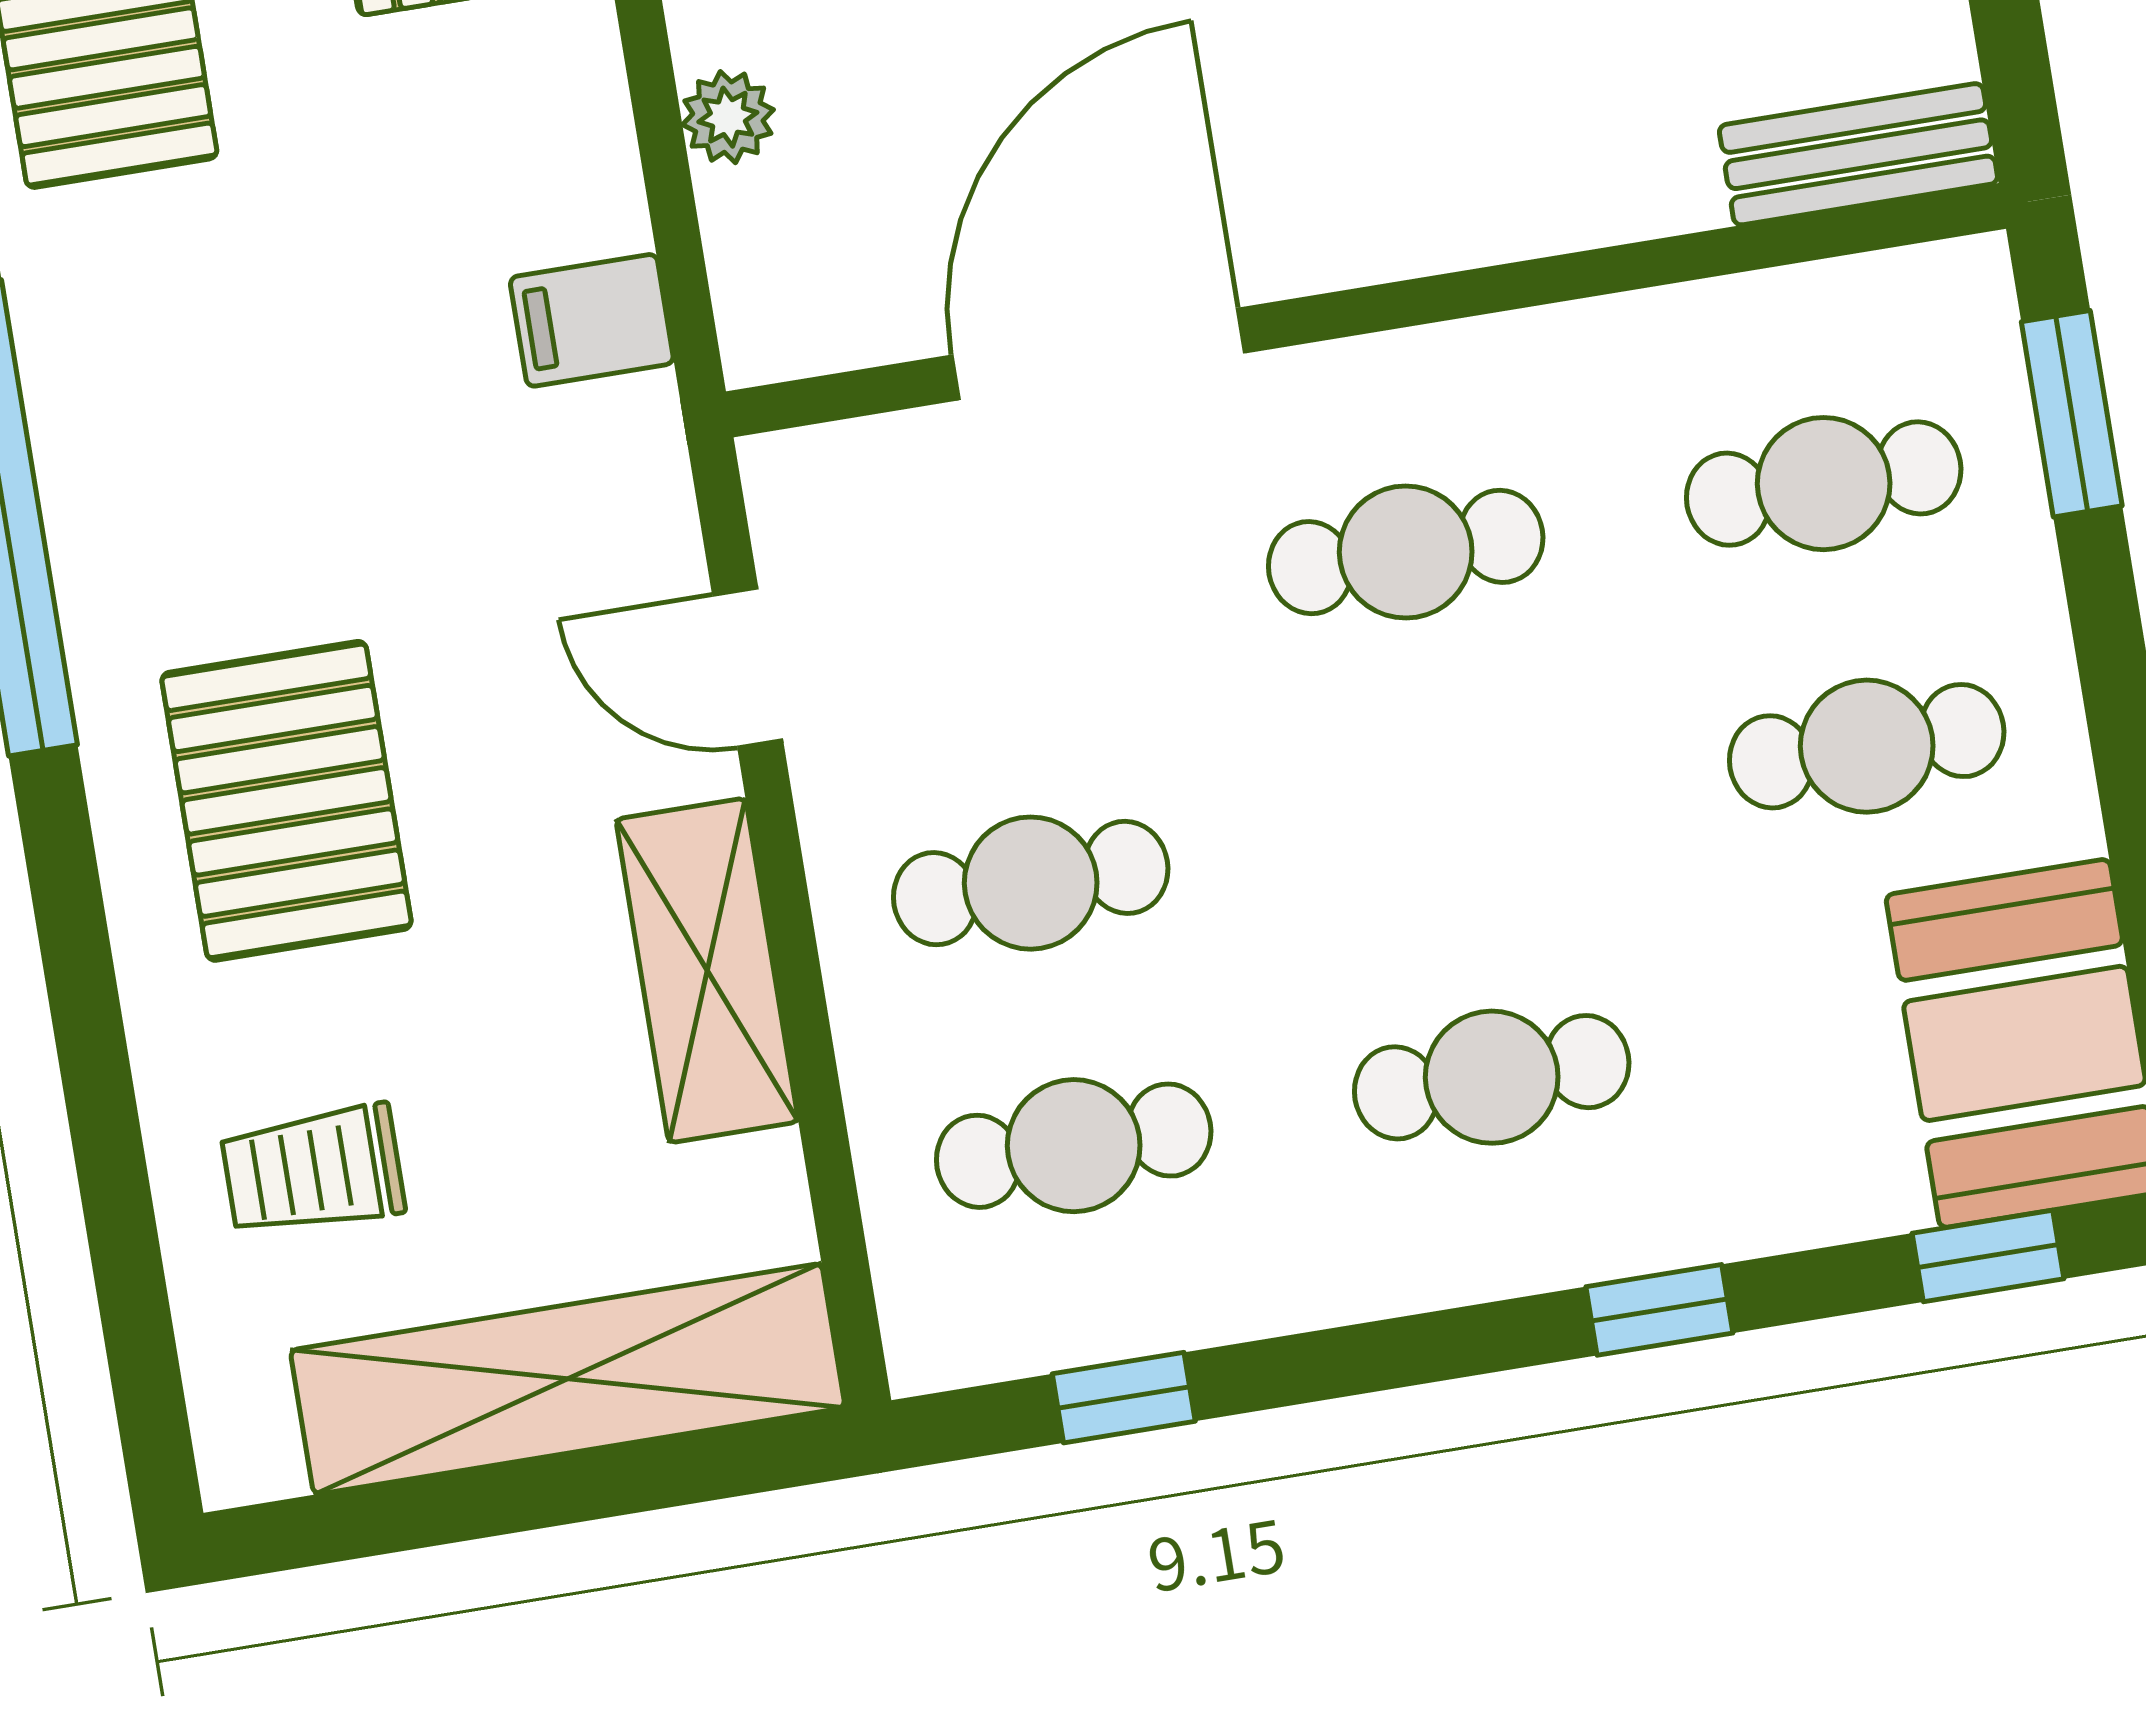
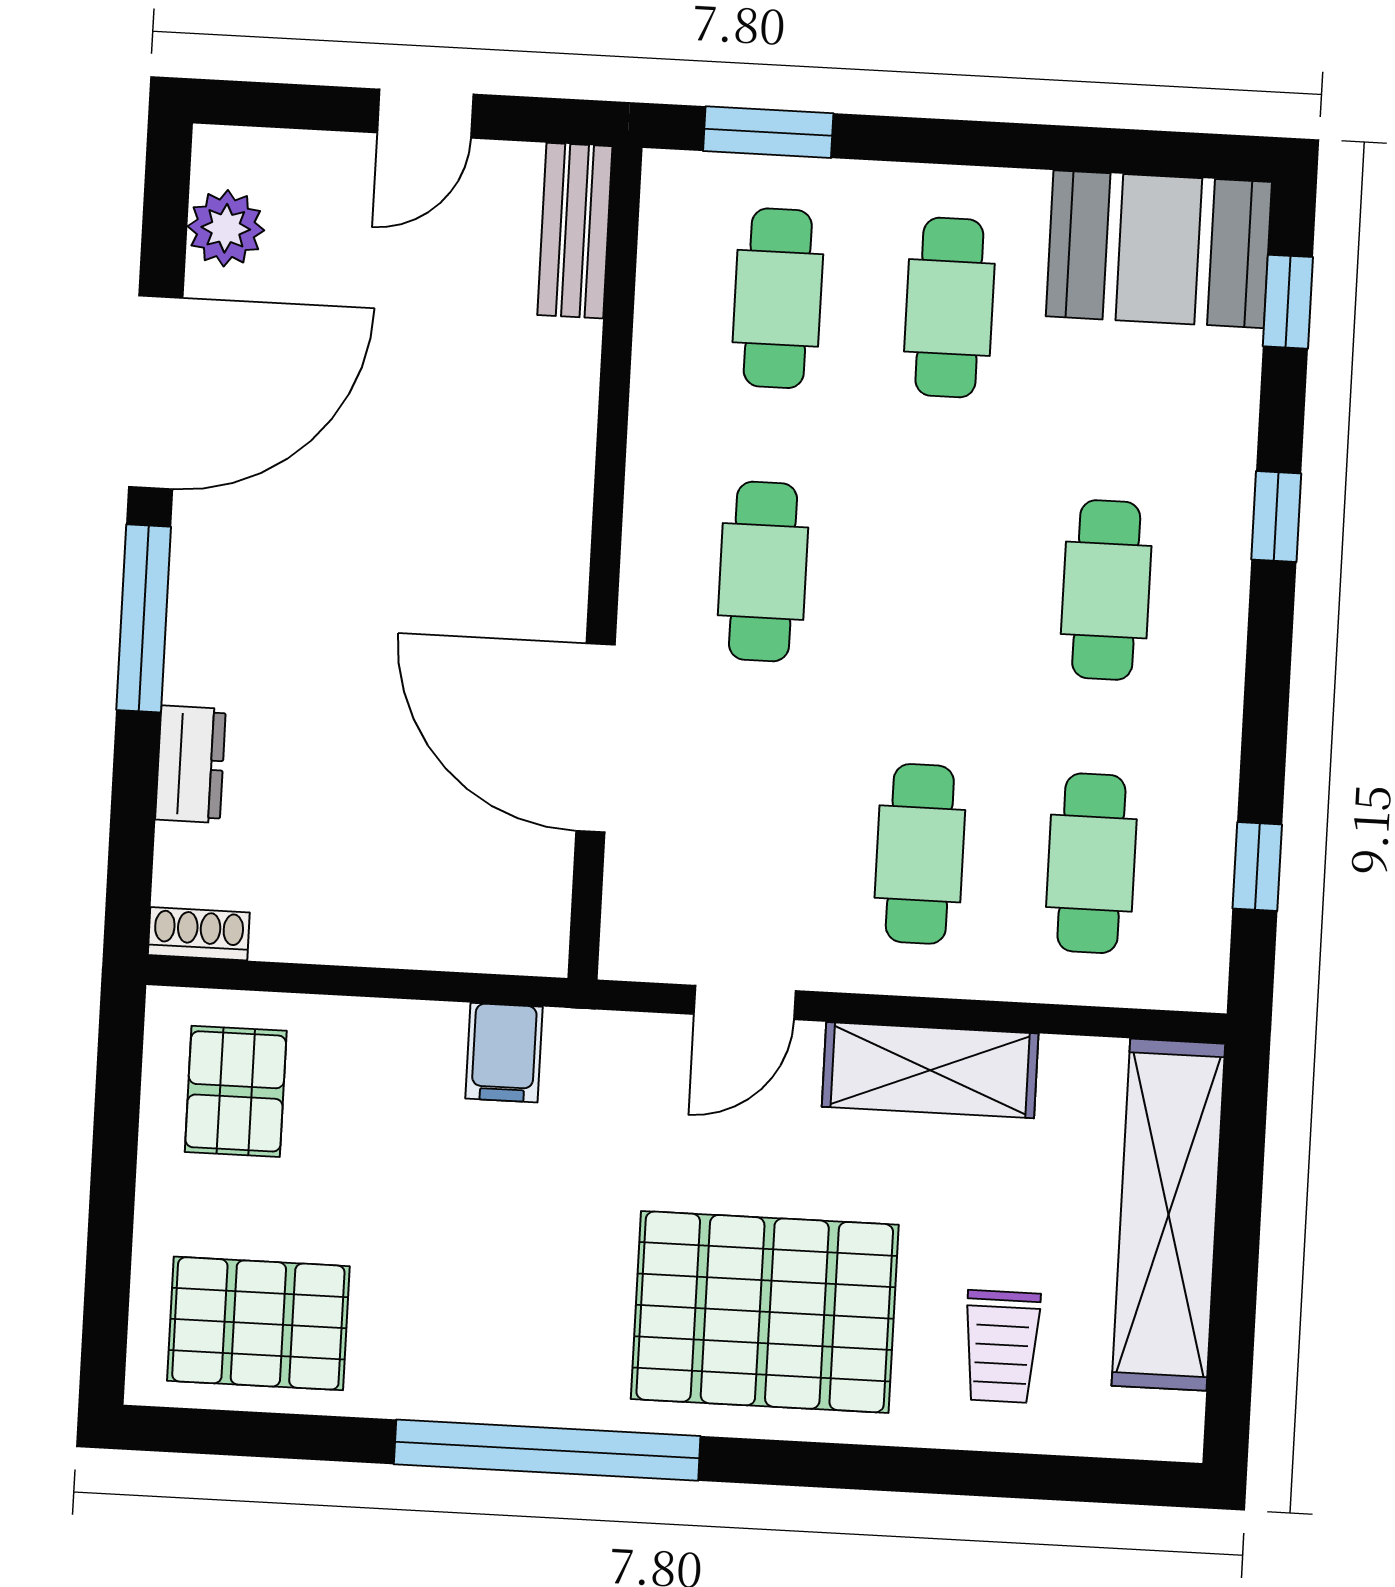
plant: (728, 117) -> (395, 939), removed
pallet: (287, 801) -> (765, 1312), width x1.37, depth x1.41

